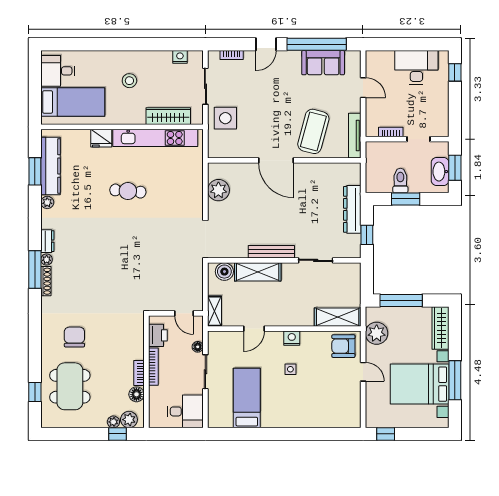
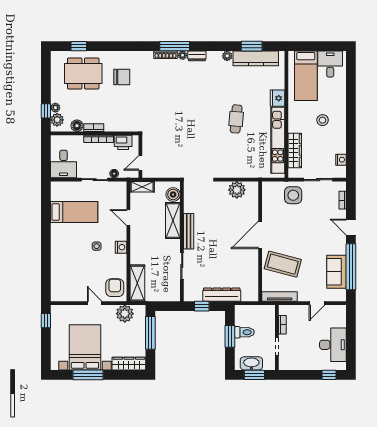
door: (363, 372) -> (95, 303), swing flipped

